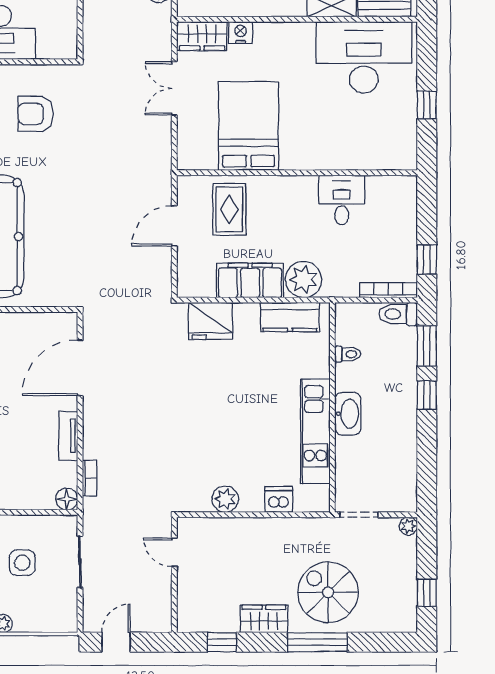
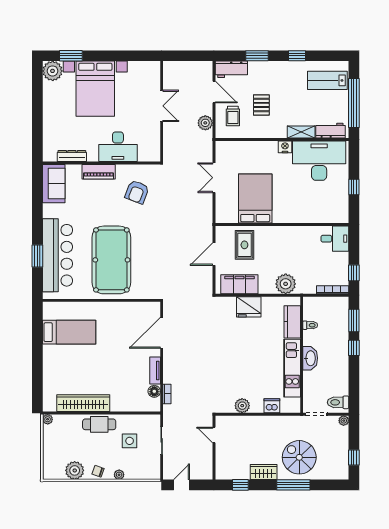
nightstand: (240, 33) -> (285, 147), moved
wardrobe: (202, 36) -> (229, 149), removed
armchair: (35, 114) -> (137, 192), turned -69
desk: (342, 200) -> (335, 239), moved, turned 90
filing cabinet: (250, 280) -> (239, 284), moved
toilet: (398, 314) -> (338, 402), moved
kitchen counter: (290, 317) -> (292, 322), moved, turned 90
fridge: (210, 321) -> (249, 307), moved
floor lamp: (67, 499) -> (154, 391), moved

